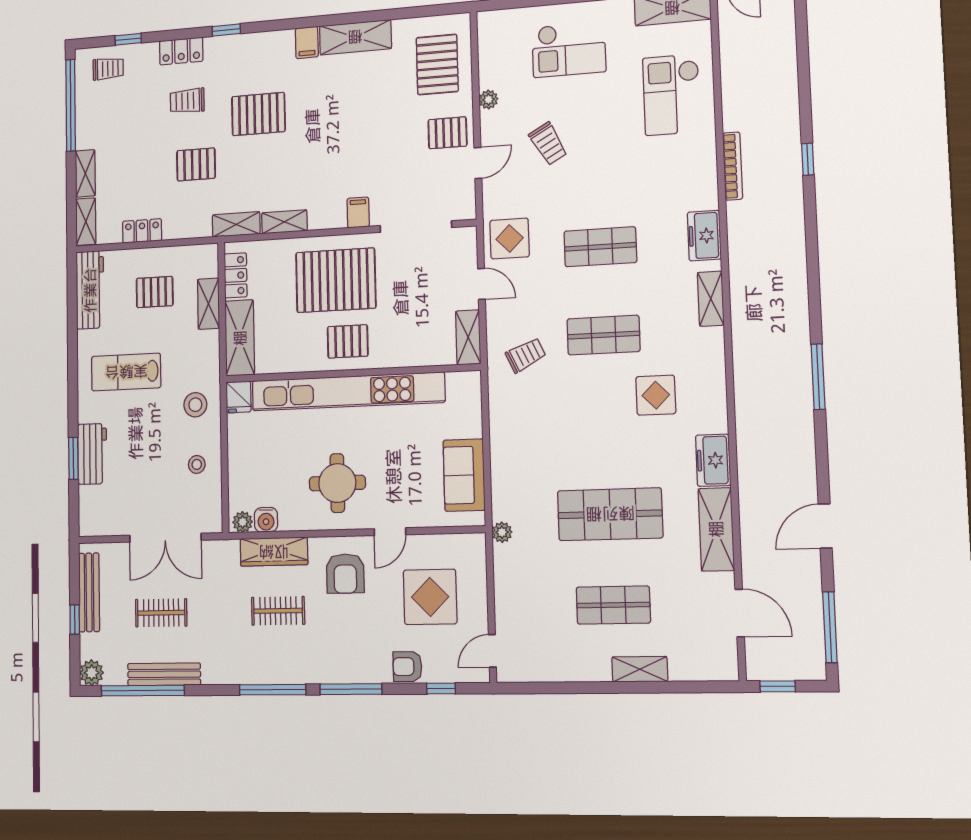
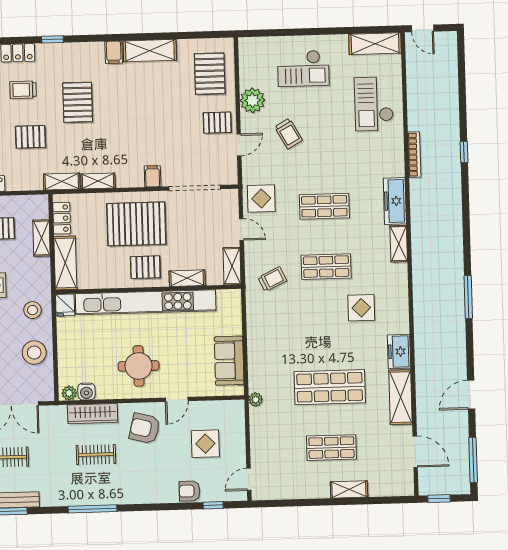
plant: (488, 100) -> (252, 100), width x1.88, depth x1.88
pallet: (258, 114) -> (78, 102), turned 90
freezer: (704, 236) -> (395, 201), width x1.40
shelving: (405, 356) -> (187, 278), added
stool: (197, 464) -> (34, 353), width x1.89, depth x1.89
armchair: (345, 574) -> (145, 428), turned 104
display table: (430, 597) -> (205, 444), width x0.73, depth x0.73
window: (351, 689) -> (149, 507), removed

